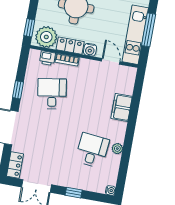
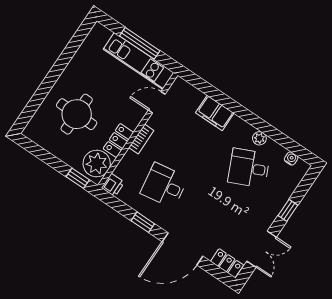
water cooler: (90, 50) -> (133, 120), removed
printer: (47, 58) -> (113, 185), moved
bookcase: (67, 60) -> (141, 139), moved
desk: (92, 150) -> (249, 168), turned -30
water cooler: (110, 190) -> (291, 159), moved

